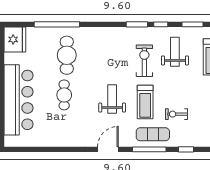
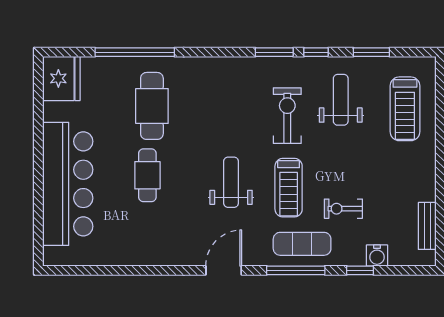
water cooler: (196, 141) -> (377, 255), added

